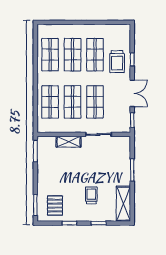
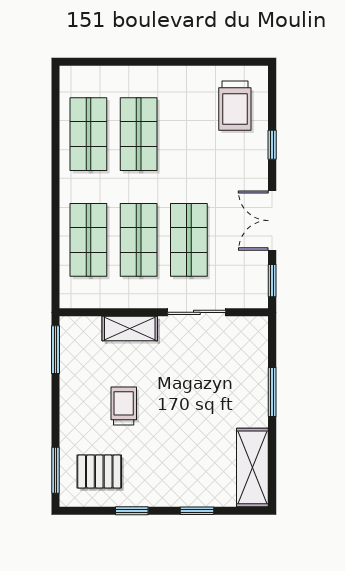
shop shelf: (95, 55) -> (189, 134), removed
trolley: (117, 62) -> (235, 106), moved
double door: (132, 93) -> (272, 221), swing flipped
trolley: (91, 195) -> (124, 406), moved
pallet: (55, 206) -> (99, 471), turned 90

